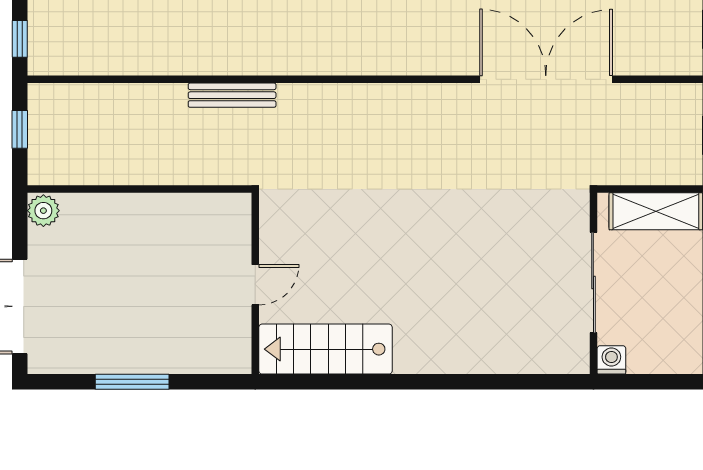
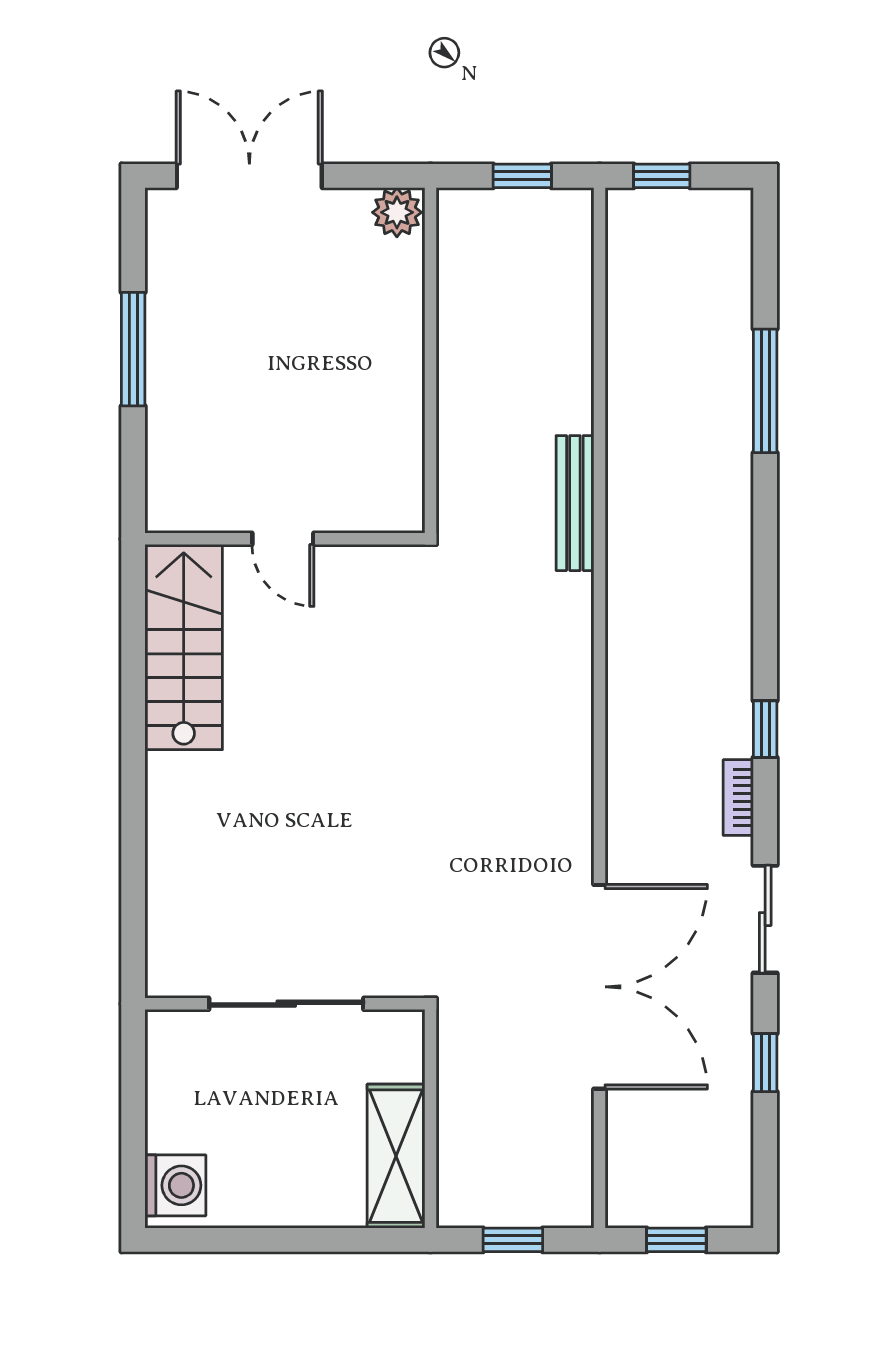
sliding door: (593, 283) -> (286, 1004), moved
wall: (593, 283) -> (285, 1004), moved
washing machine: (611, 360) -> (175, 1185), moved, width x1.38, depth x1.38

